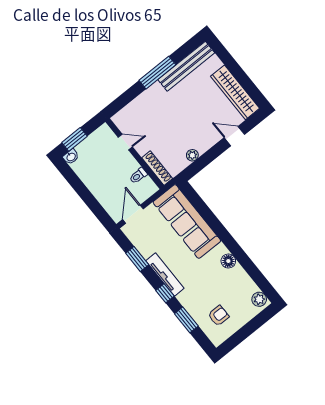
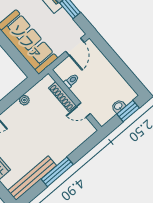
washbasin: (71, 157) -> (118, 106), moved
shoe rack: (157, 168) -> (62, 97), moved

